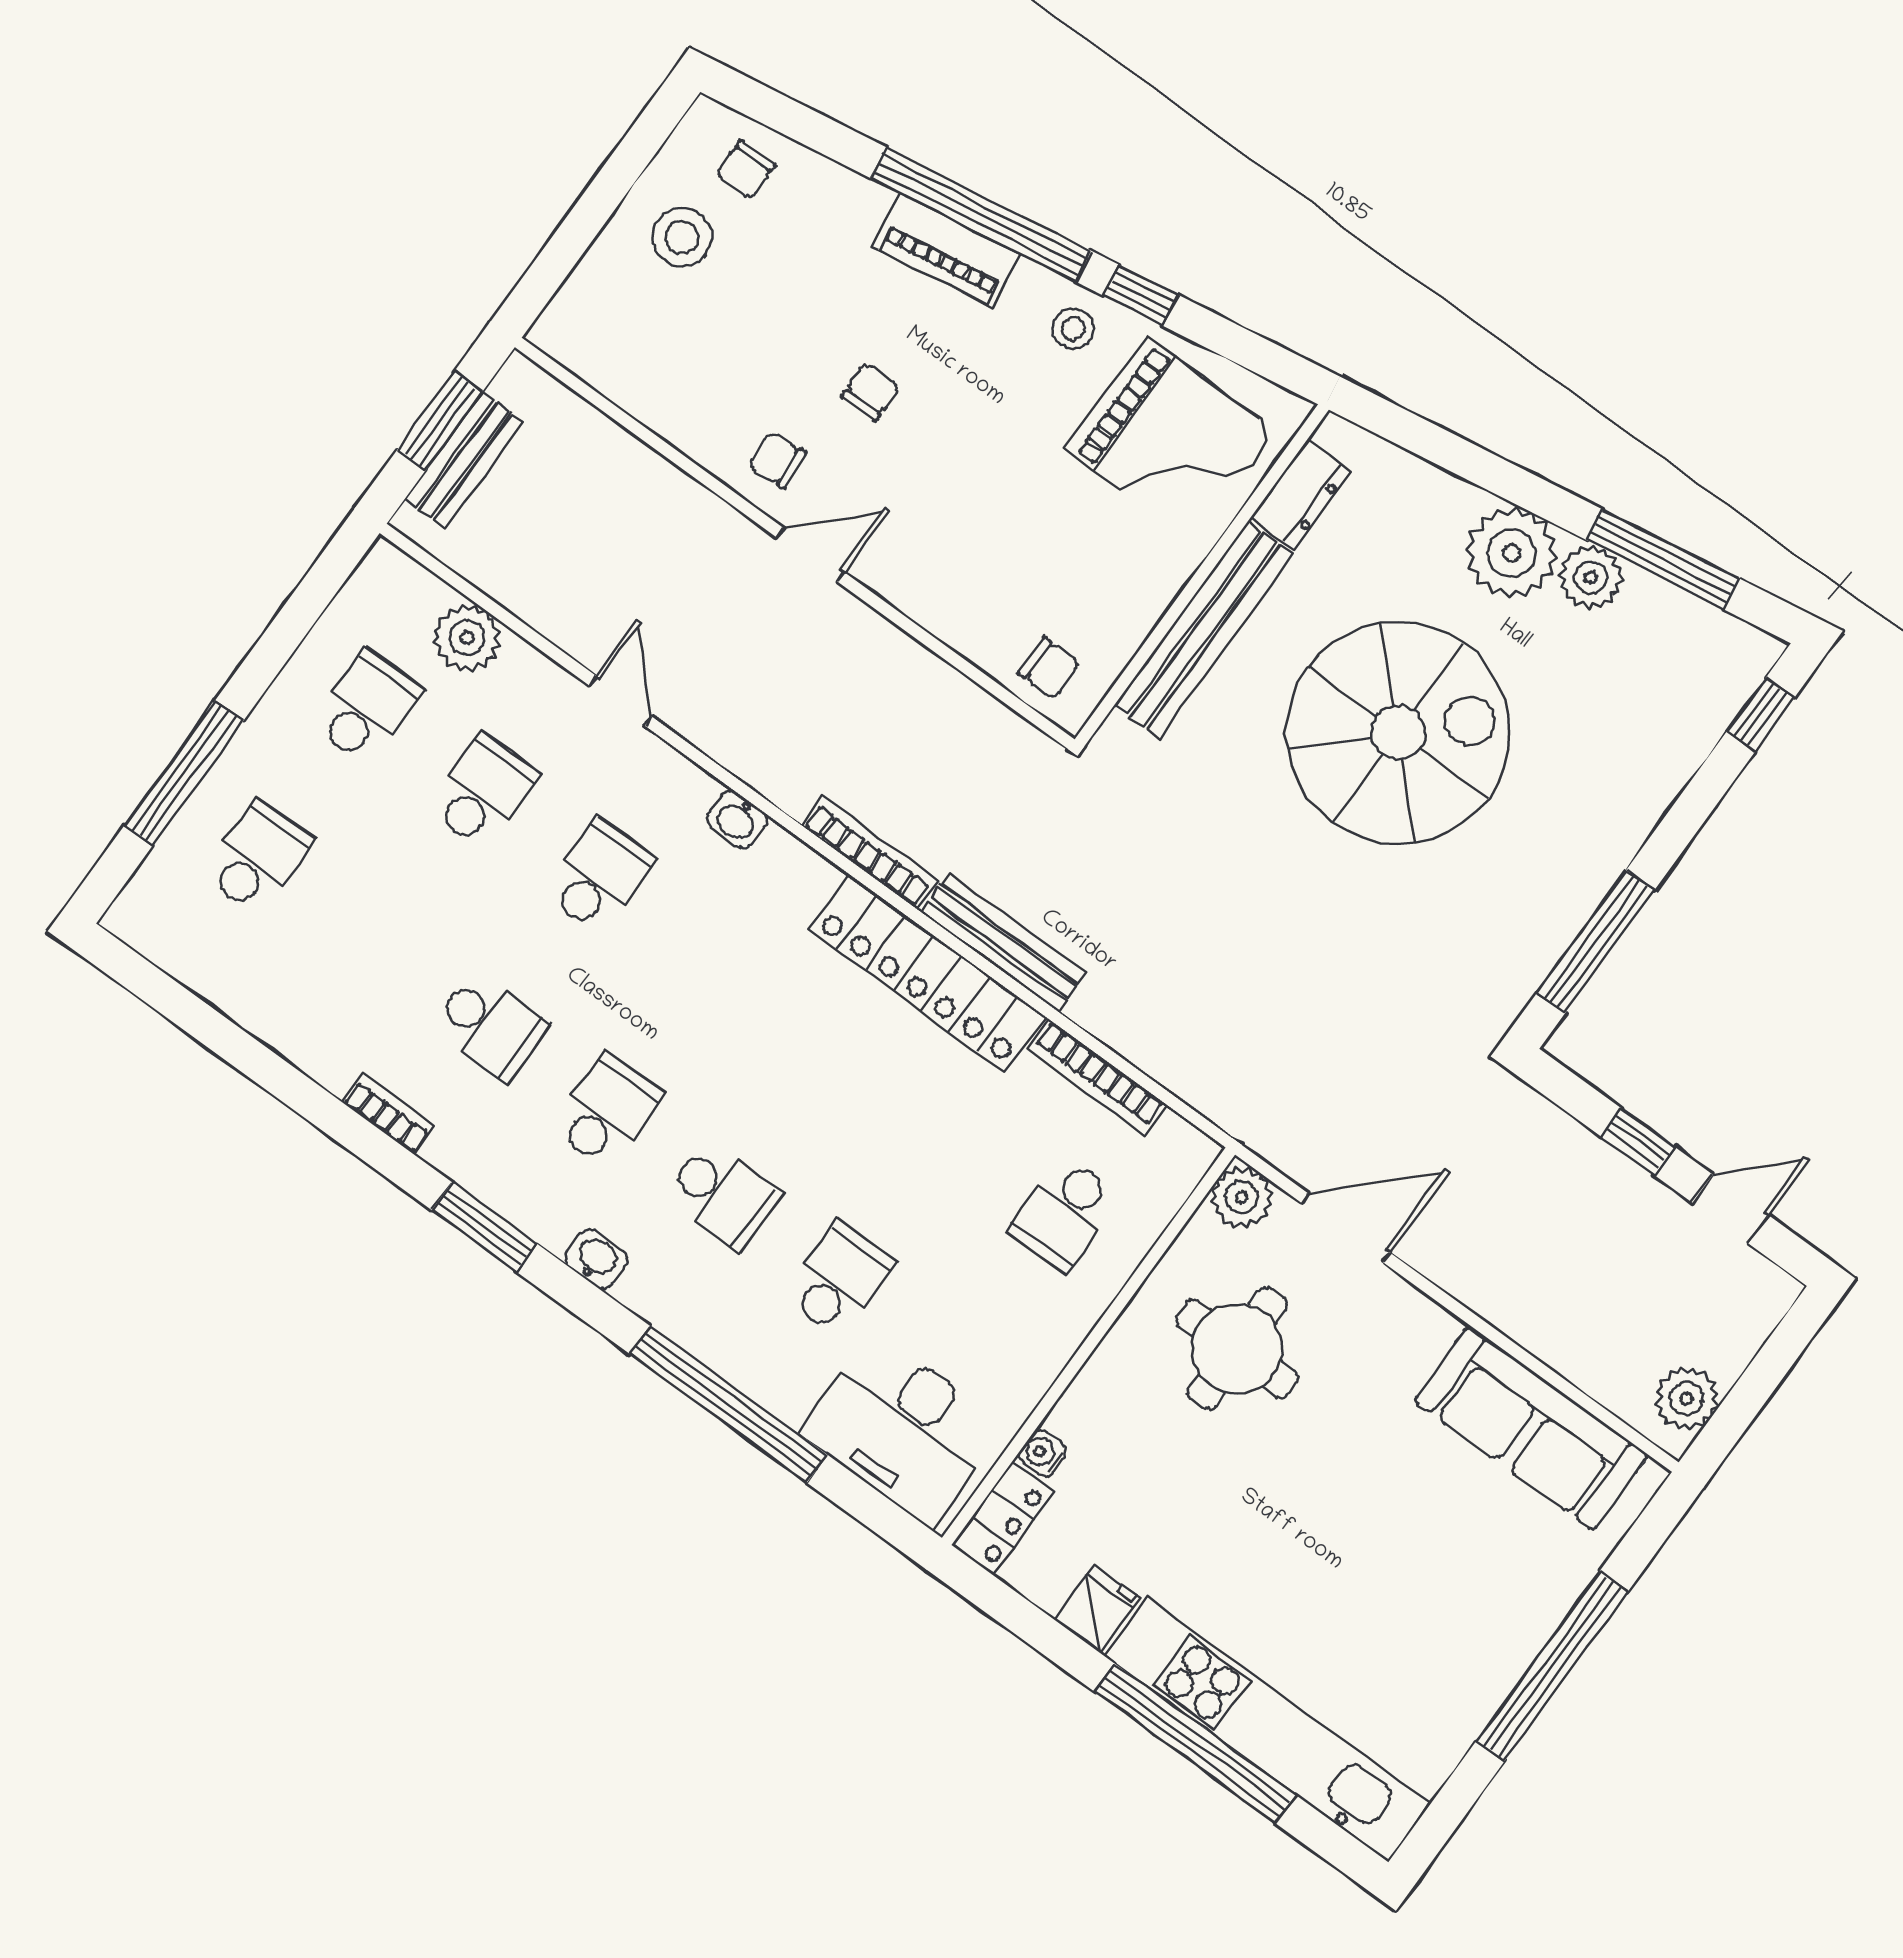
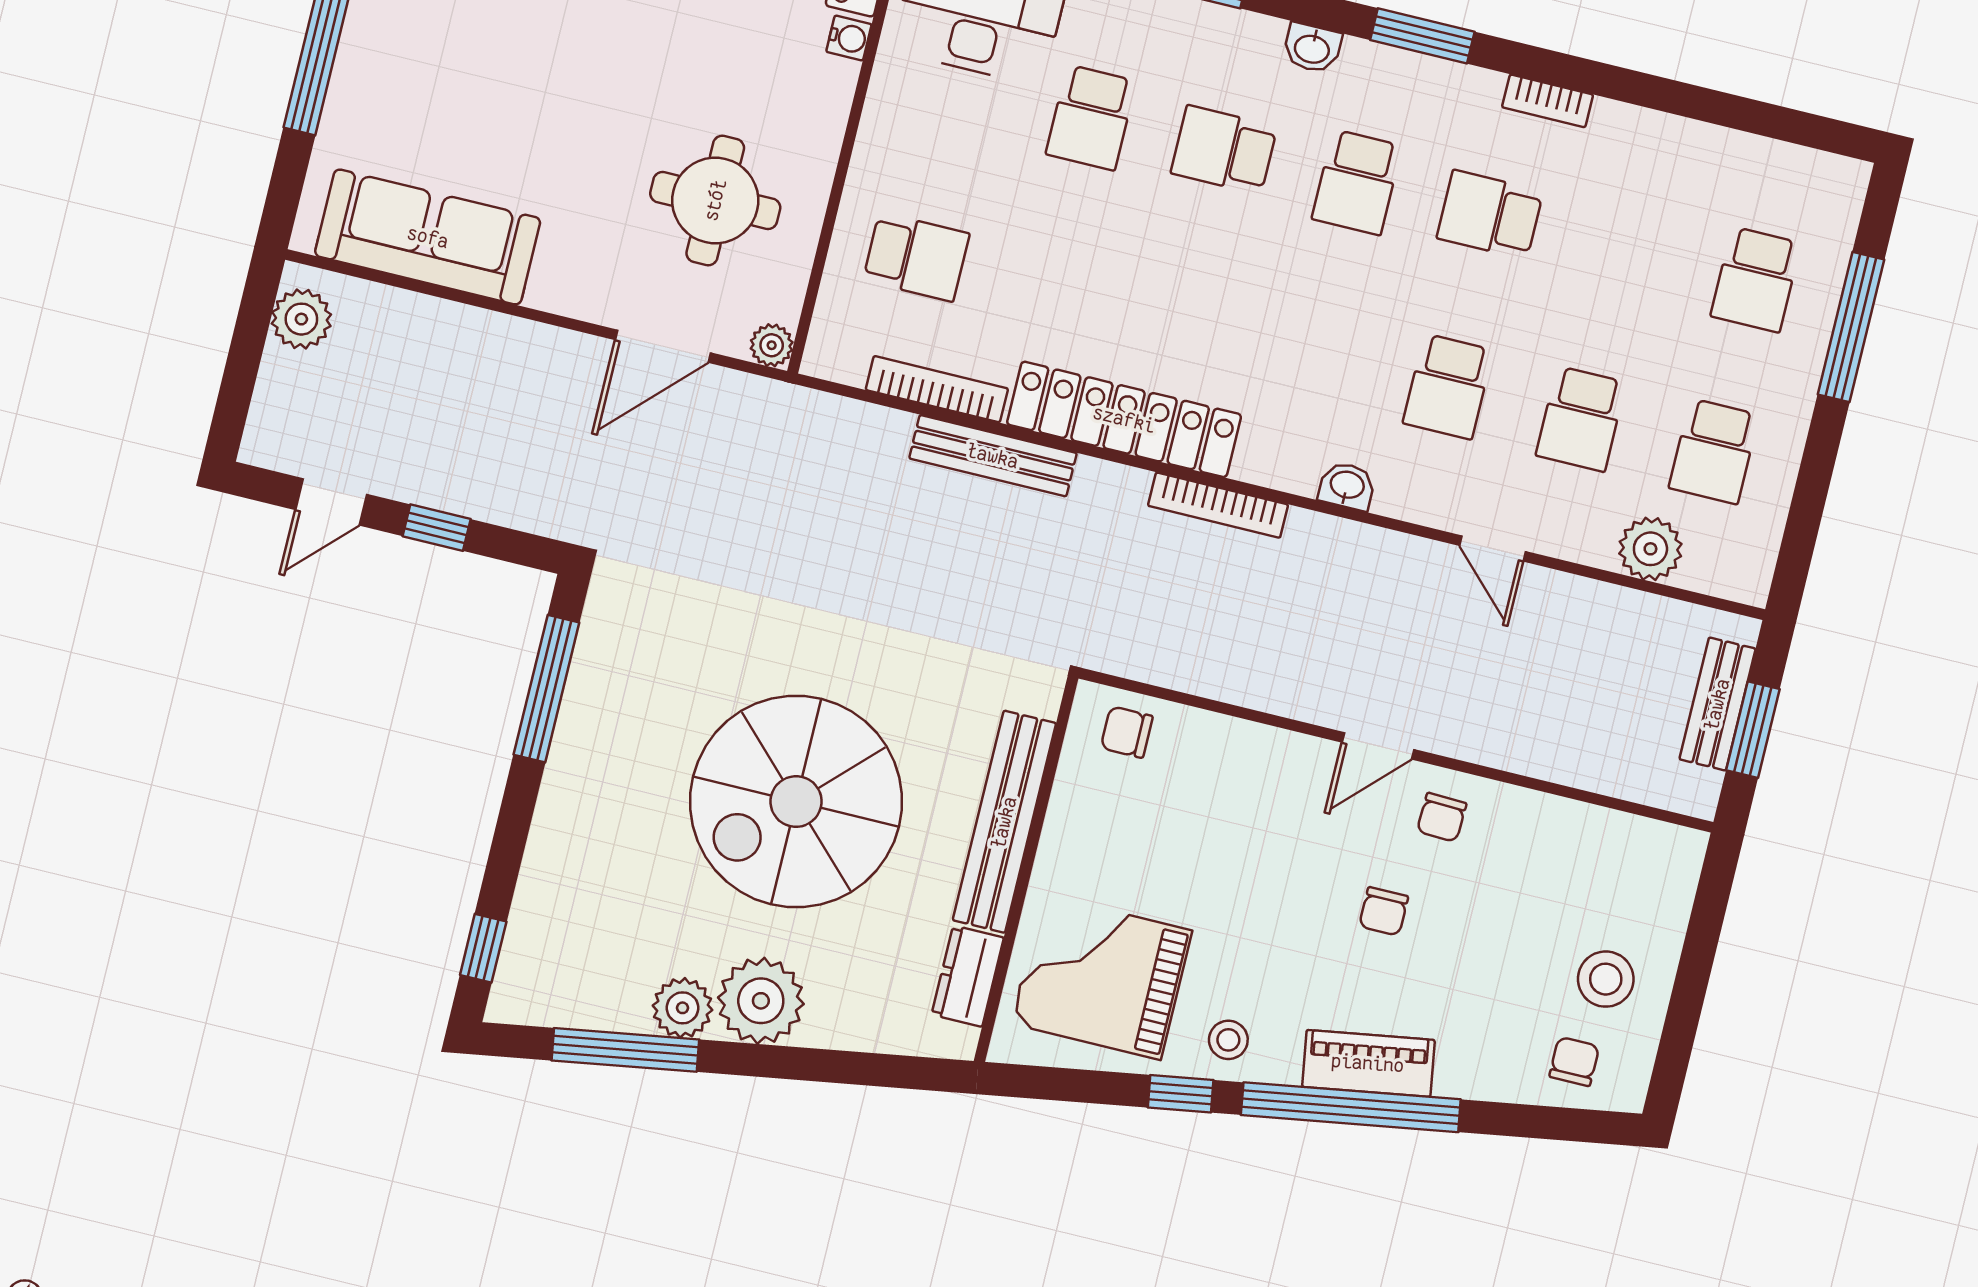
chair: (777, 460) -> (1442, 817), turned 97
bench: (1003, 942) -> (993, 456), moved
plant: (1242, 1197) -> (772, 345), width x0.73, depth x0.73
school desk: (1064, 1214) -> (916, 257), turned 90

